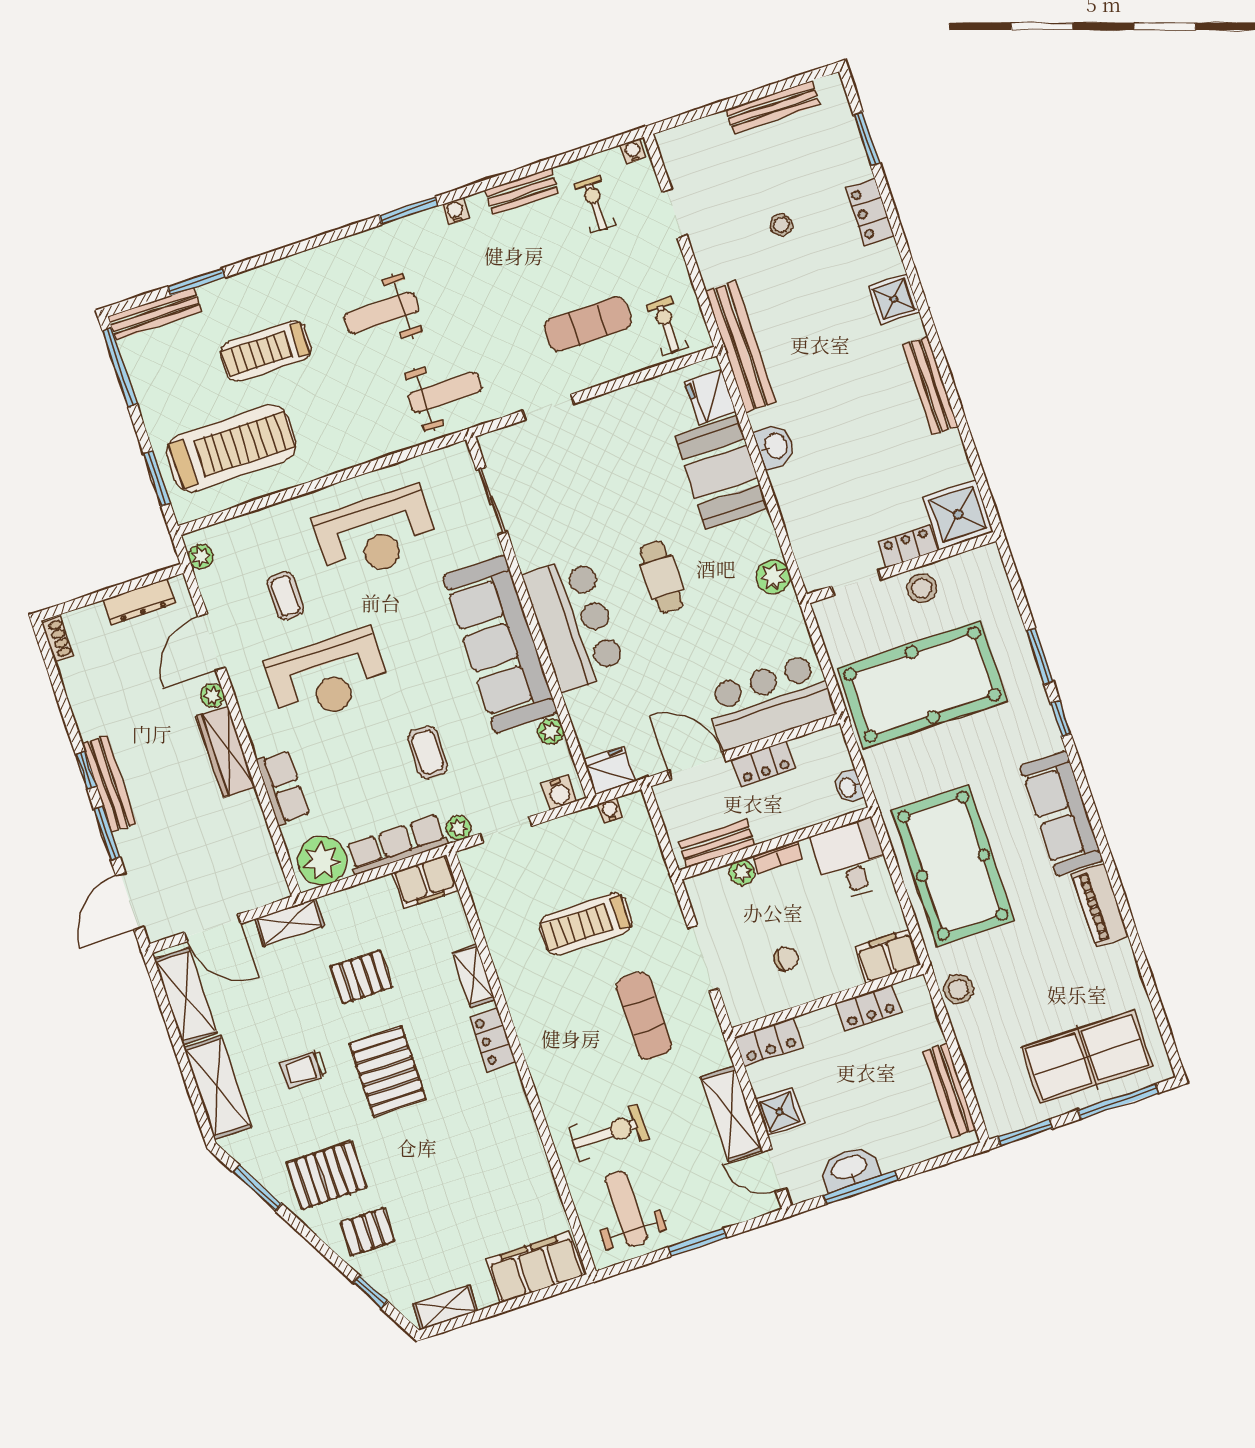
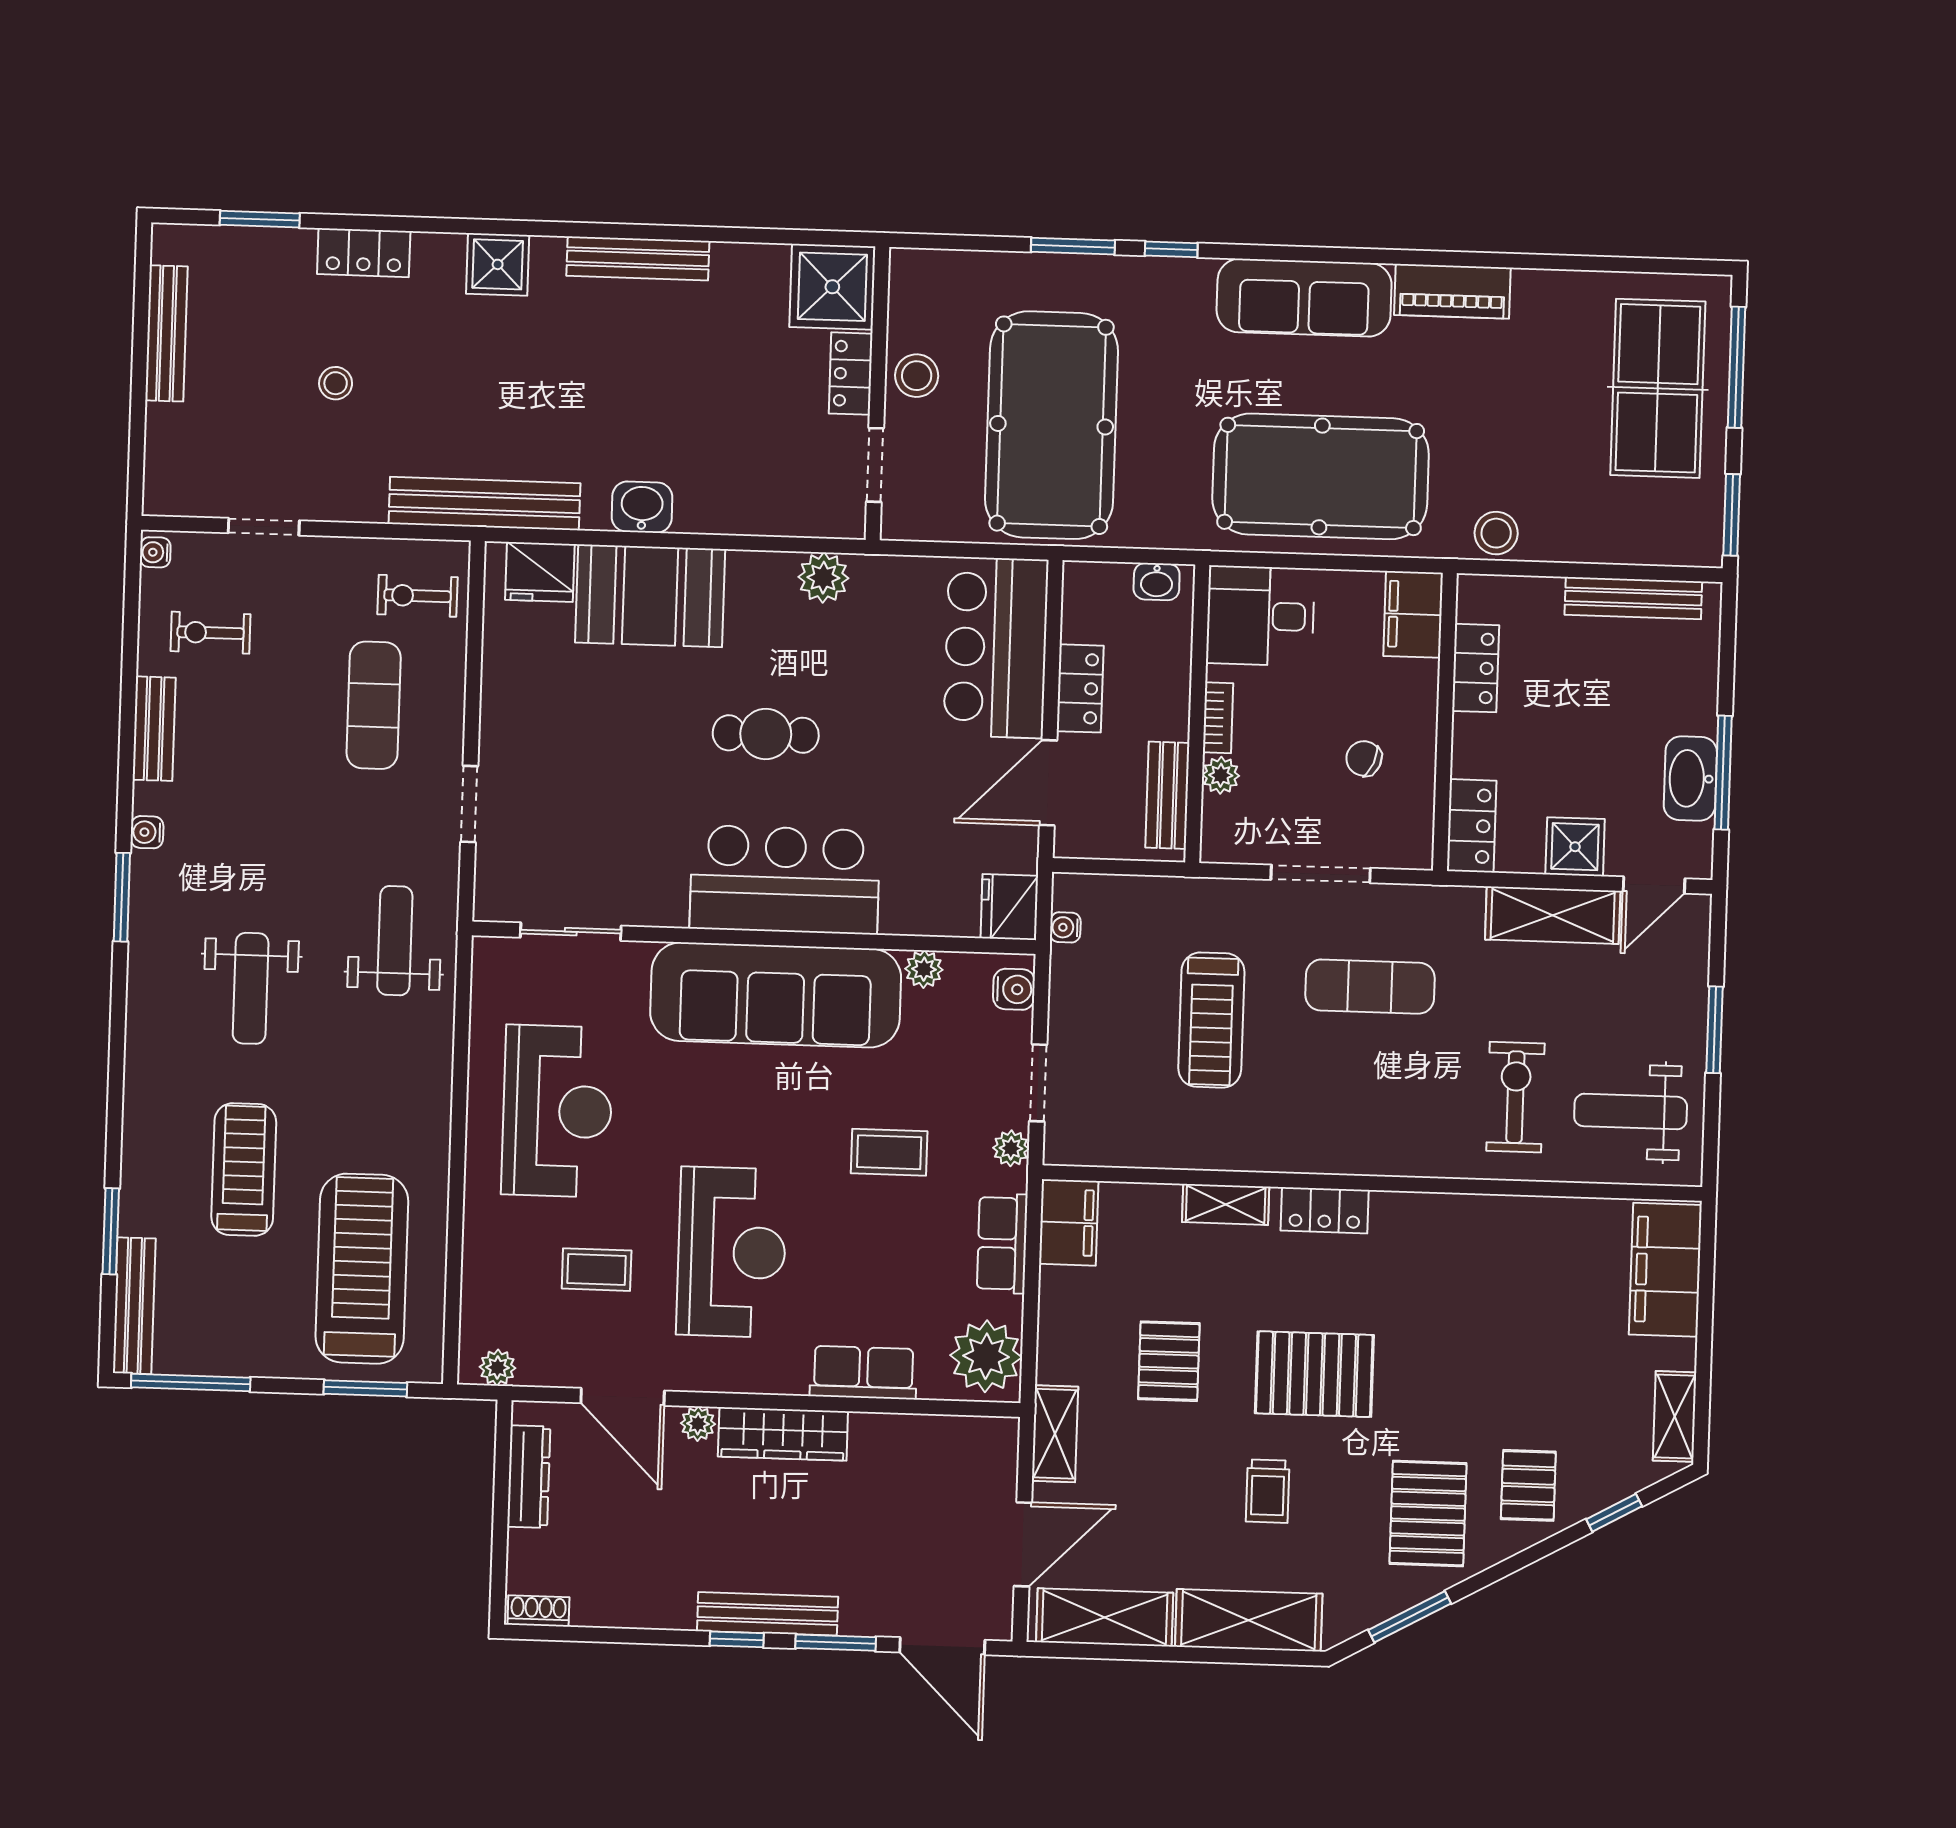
treadmill: (266, 351) -> (244, 1170), turned 180
row of seats: (397, 845) -> (1002, 1243), width x0.68
chair: (786, 959) -> (1364, 758), turned -67

